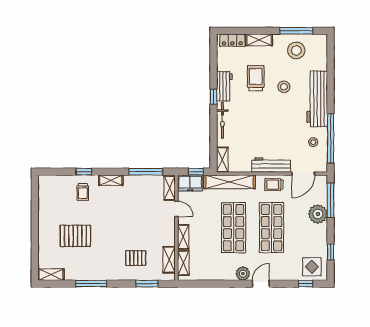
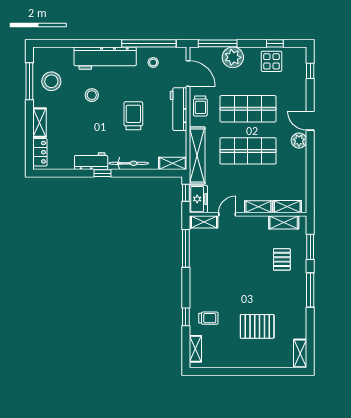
trolley: (256, 78) -> (133, 116), moved, turned 90
shelving: (111, 180) -> (195, 349), moved
pallet: (75, 236) -> (257, 326), turned 90
display table: (312, 267) -> (271, 61), moved
window: (91, 284) -> (310, 290), moved

